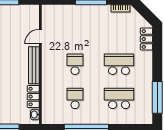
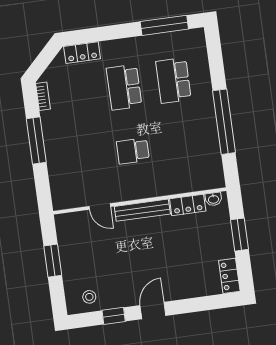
school desk: (75, 98) -> (182, 144), removed

